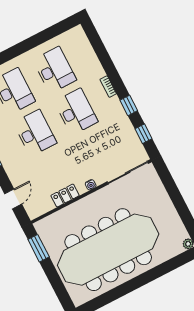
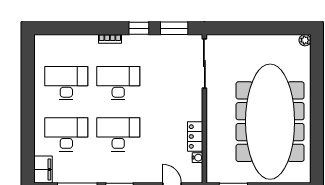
window: (143, 134) -> (174, 28), width x1.50
water cooler: (91, 185) -> (197, 158), moved

